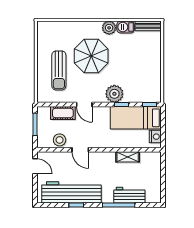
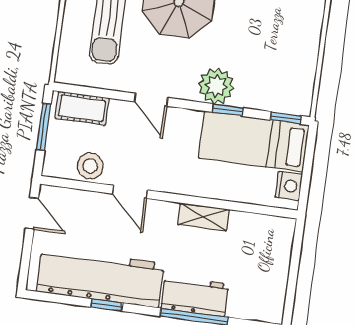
cot: (63, 113) -> (82, 108), moved
shelving: (128, 157) -> (203, 217), moved
workbench: (129, 195) -> (195, 296), moved

